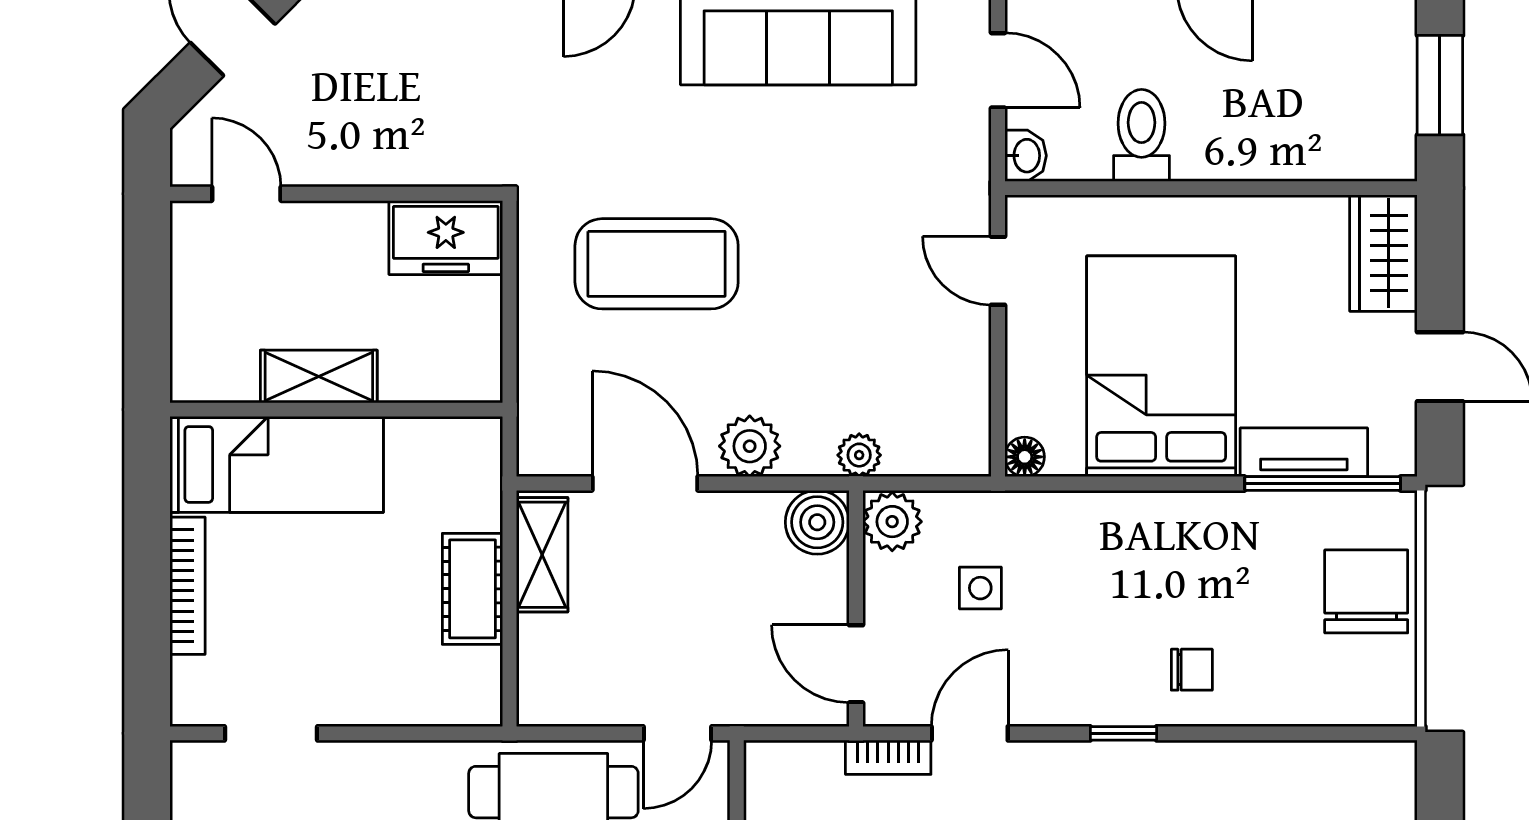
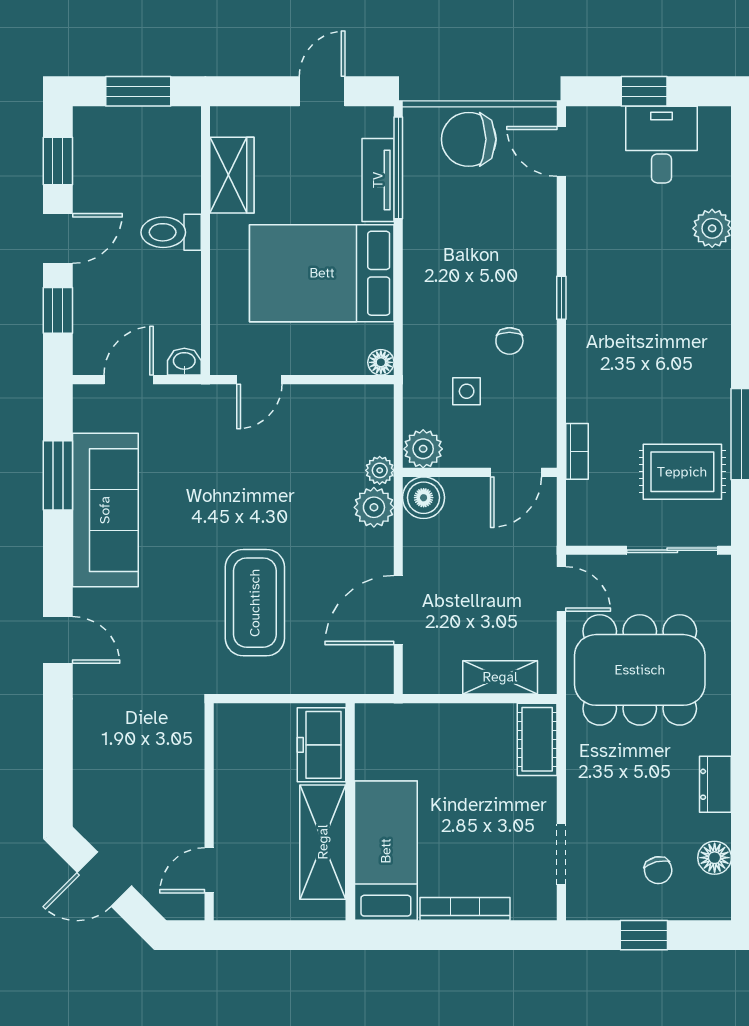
toilet: (1142, 135) -> (171, 232), moved
freezer: (446, 238) -> (321, 745), moved, turned 180
wardrobe: (1383, 253) -> (232, 175), moved, turned -90
shelving: (319, 376) -> (323, 842), width x1.50, depth x1.33
plant: (750, 446) -> (374, 507), moved
shelving: (542, 555) -> (500, 677), moved
cot: (473, 589) -> (537, 739), moved, turned 90
chair: (1192, 670) -> (509, 341), moved, turned 180
door: (970, 733) -> (561, 151), moved

